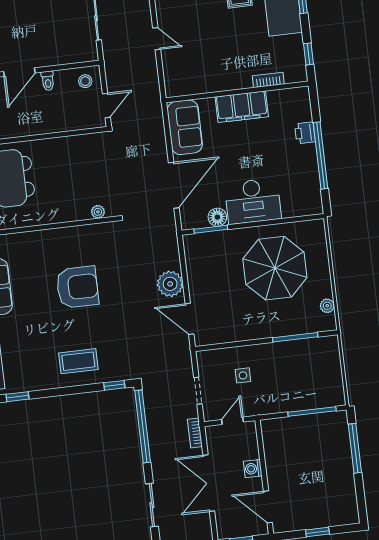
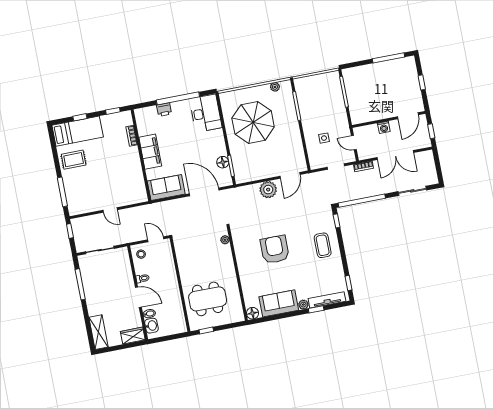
door: (157, 39) -> (110, 210), swing flipped
desk: (253, 201) -> (206, 113), moved
window: (355, 448) -> (388, 58), moved

